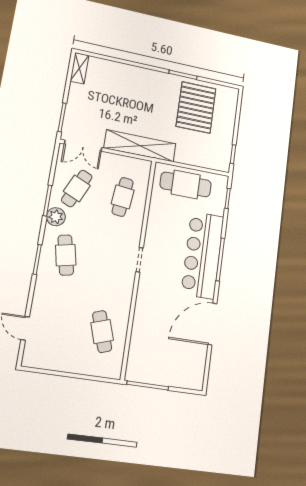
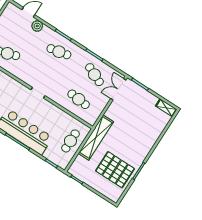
shelving: (140, 146) -> (96, 138), moved
cafe table: (186, 184) -> (70, 141), width x0.73, depth x0.74
plant: (56, 217) -> (37, 26), moved

